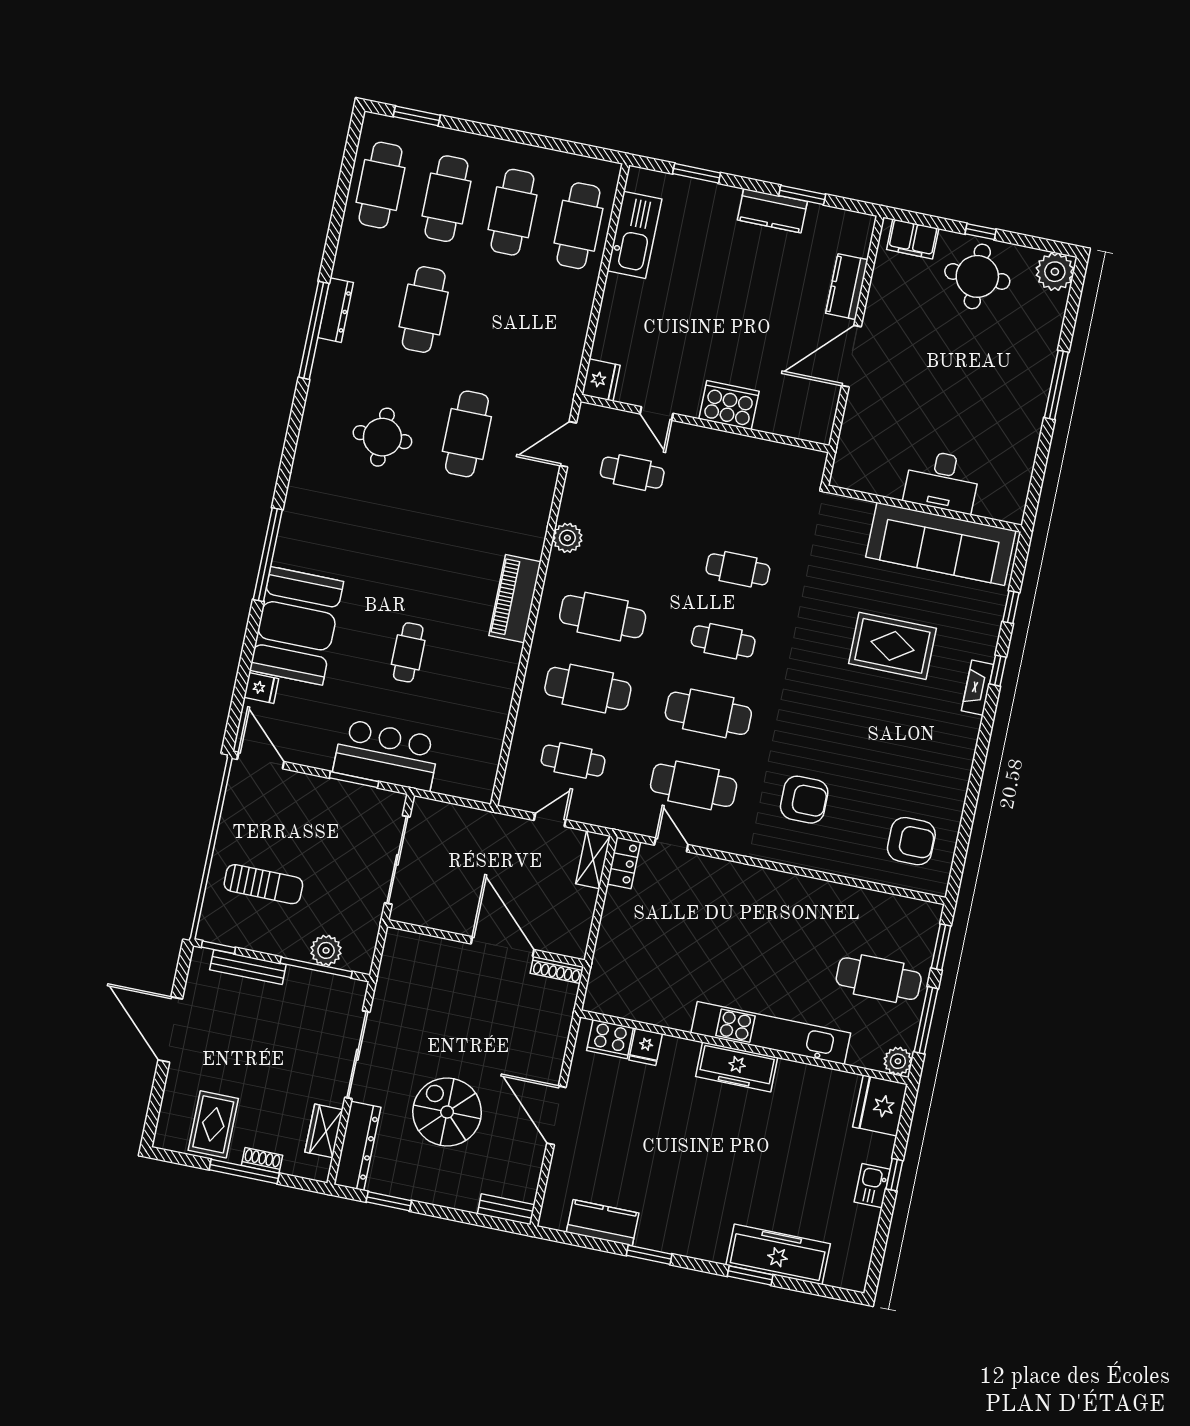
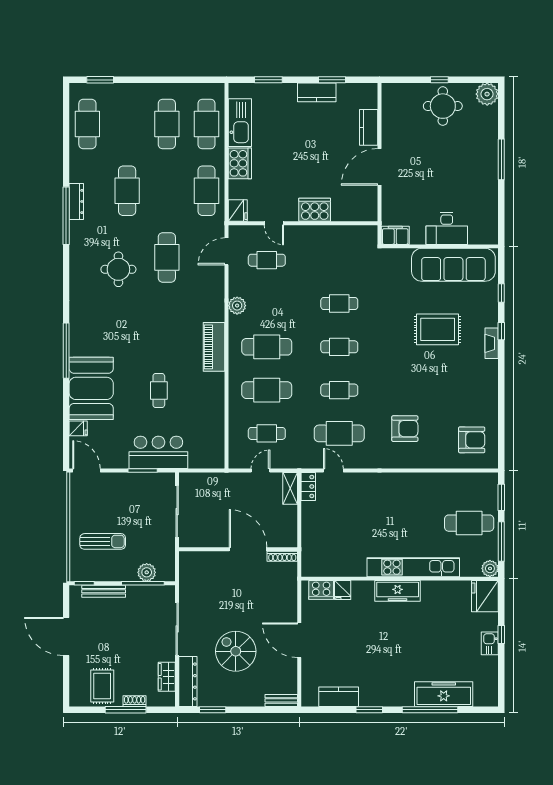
cafe table: (446, 199) -> (207, 191), moved
filing cabinet: (913, 239) -> (395, 235), moved, turned 180
cooker: (620, 302) -> (240, 163), added
cafe table: (708, 713) -> (339, 390), width x0.73, depth x0.74
window: (750, 1275) -> (430, 710), width x2.11

